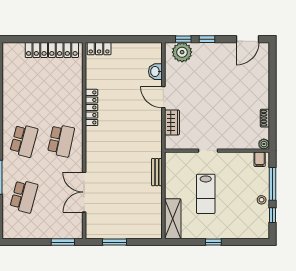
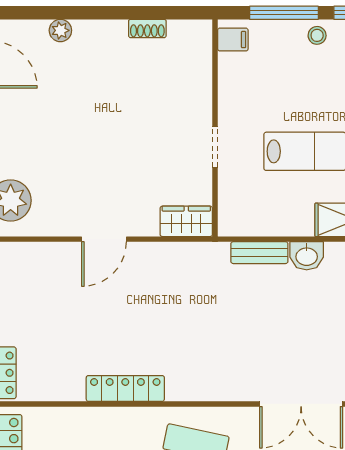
washbasin: (155, 72) -> (307, 256), moved
wardrobe: (172, 122) -> (186, 221), moved
plant: (264, 144) -> (60, 30), moved

